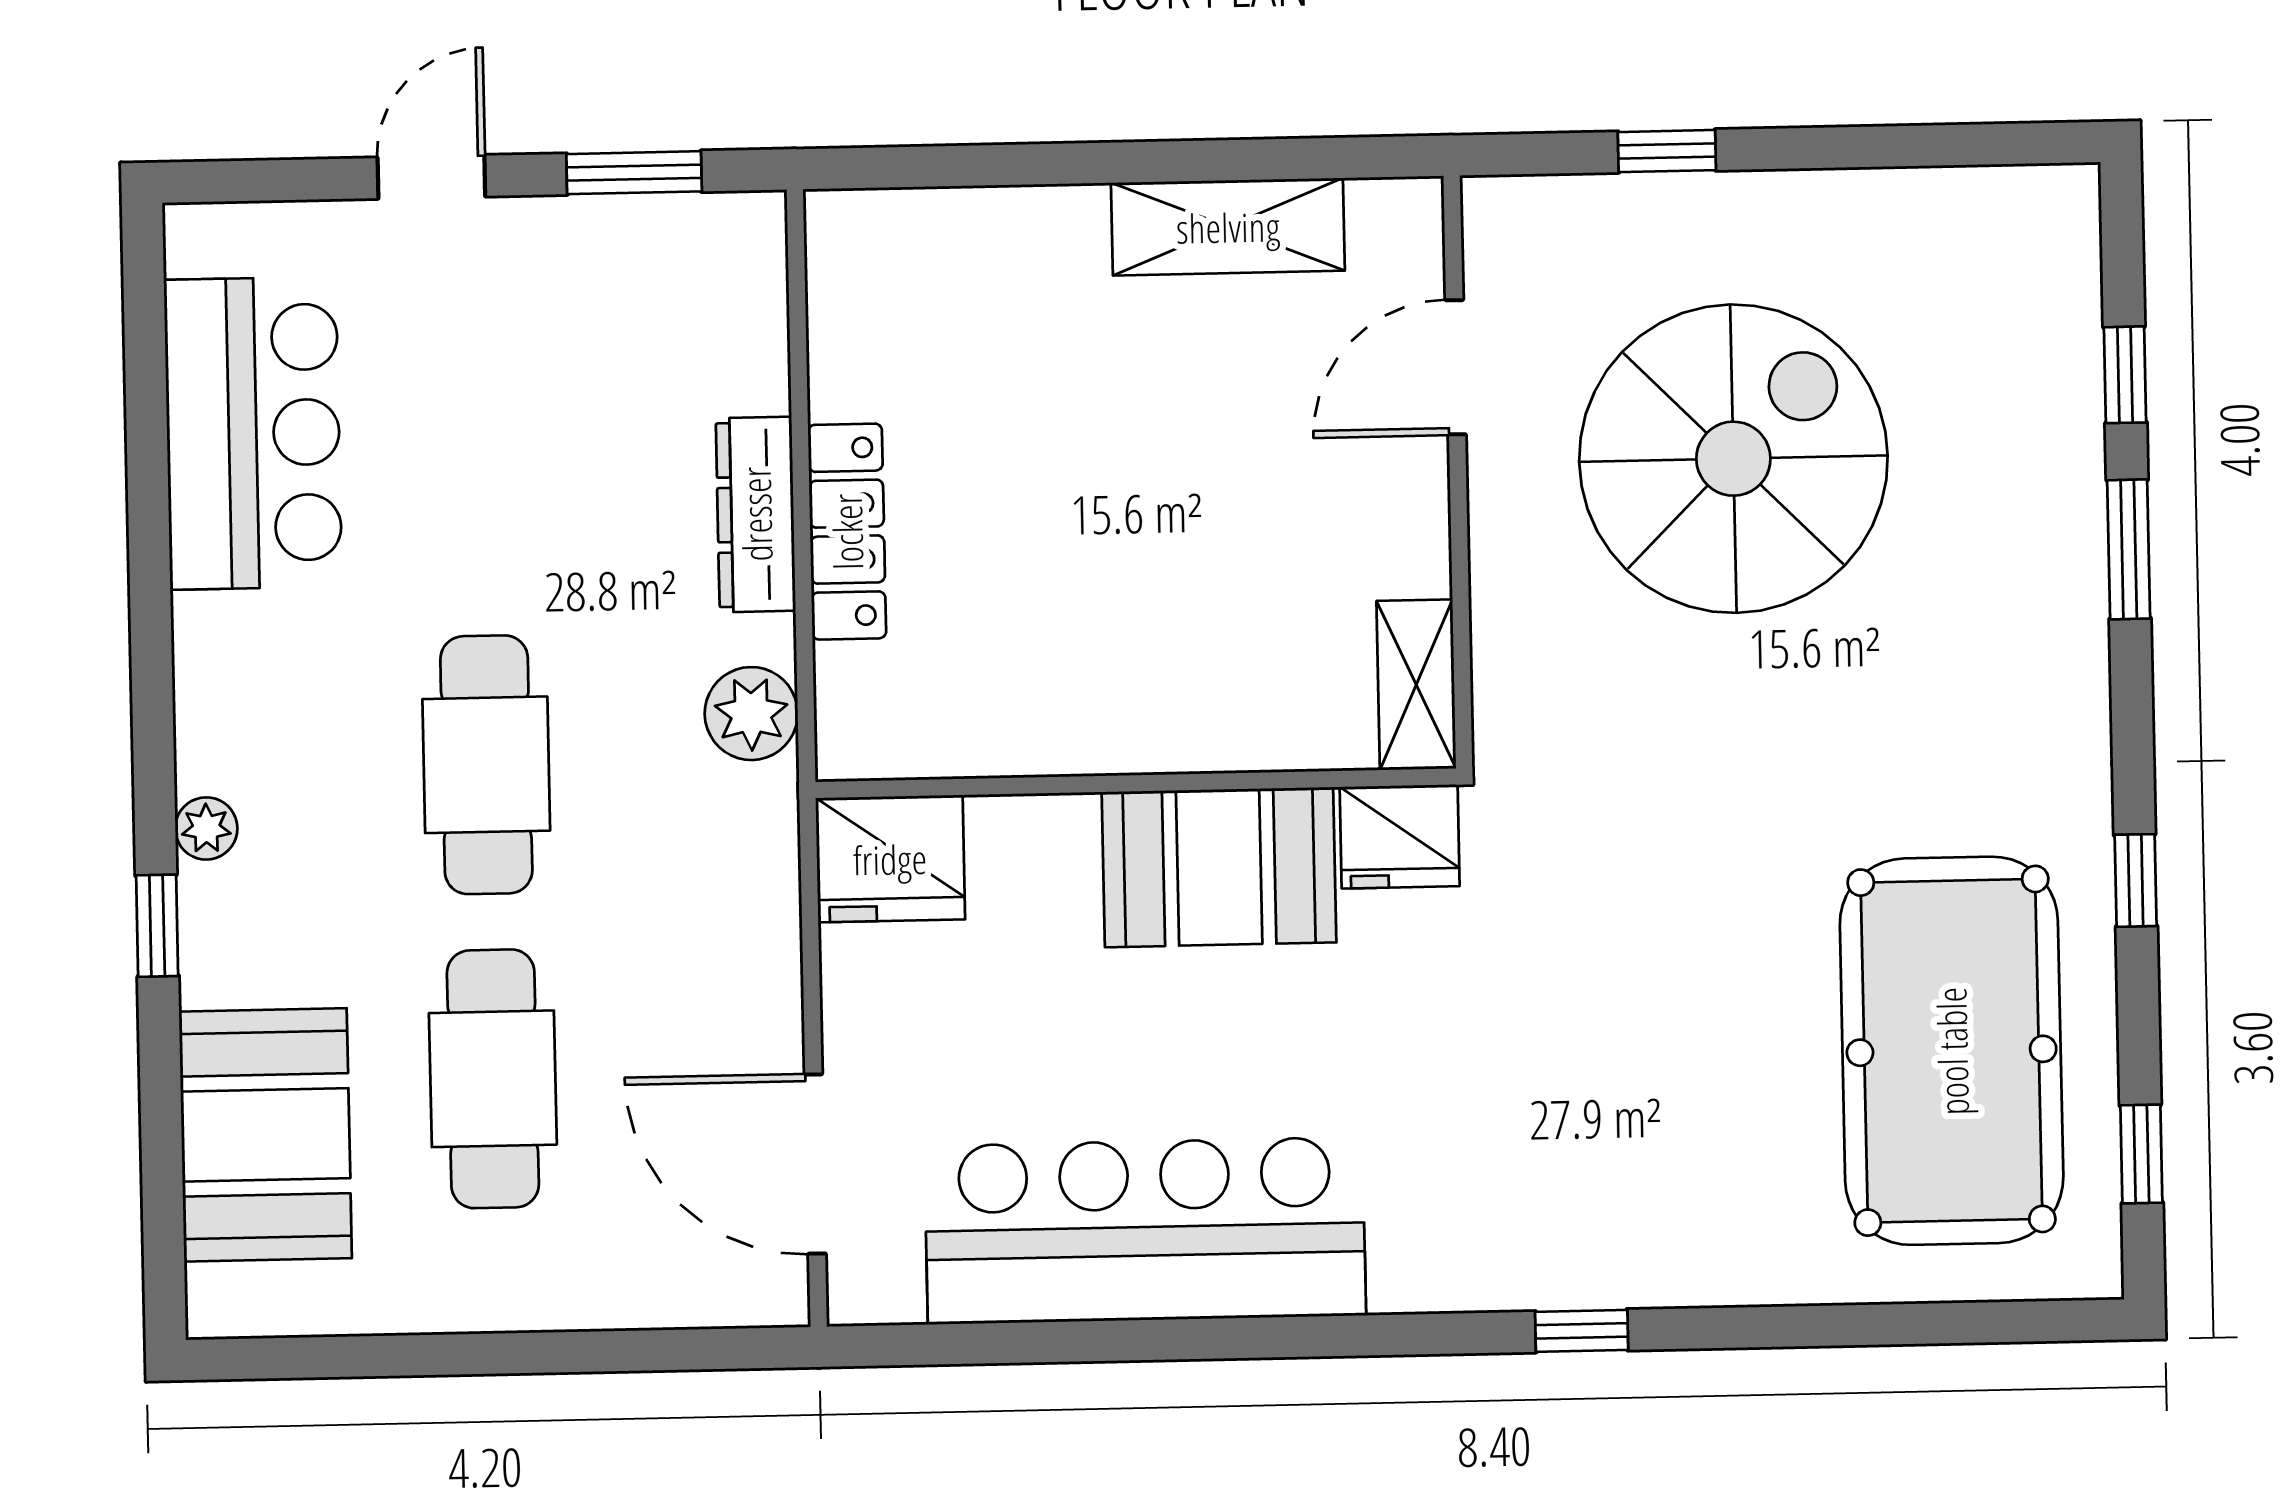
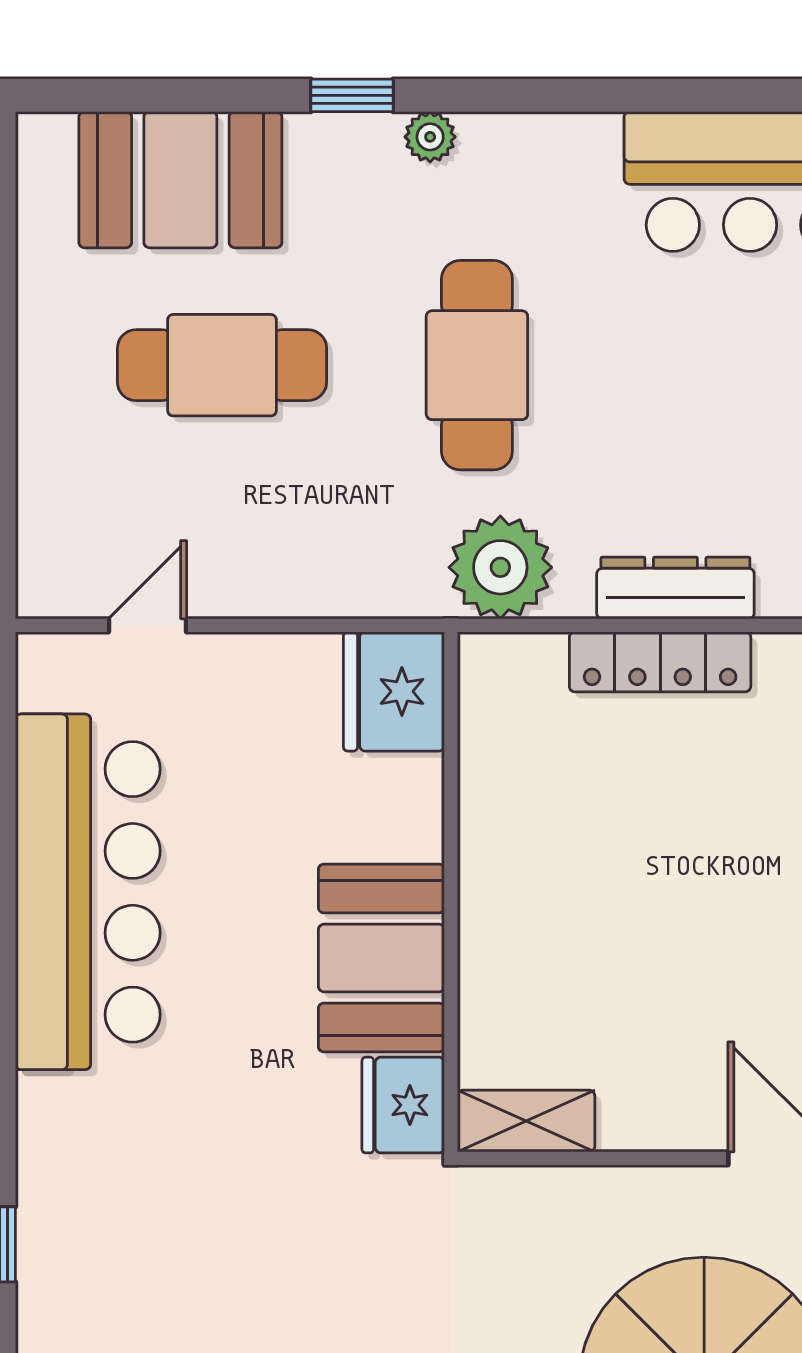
plant: (751, 714) -> (500, 567), width x1.36, depth x1.36
cafe table: (486, 765) -> (477, 365), turned 90
door: (815, 1164) -> (147, 625), width x0.53

